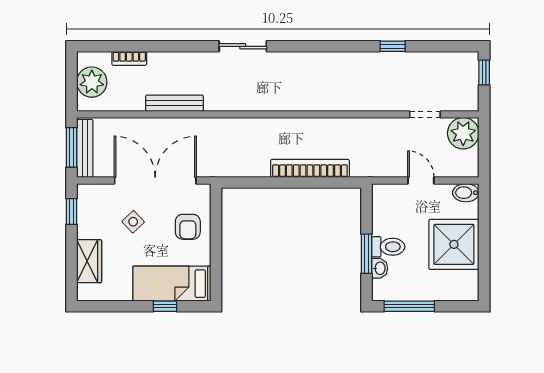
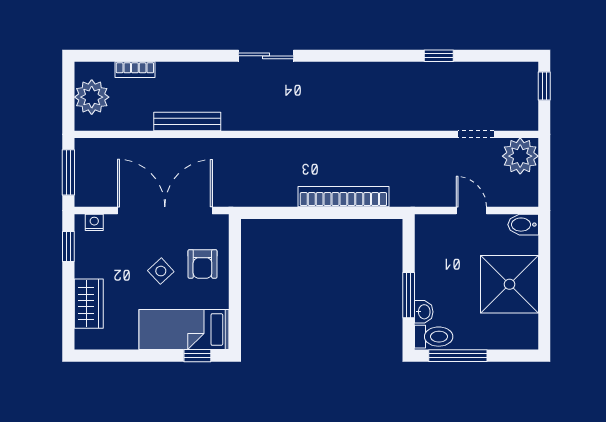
bench: (85, 148) -> (84, 173), removed
nightstand: (94, 191) -> (94, 222), added
side table: (133, 222) -> (161, 271), moved
toilet: (388, 247) -> (434, 337), moved
window: (165, 306) -> (197, 356), moved

